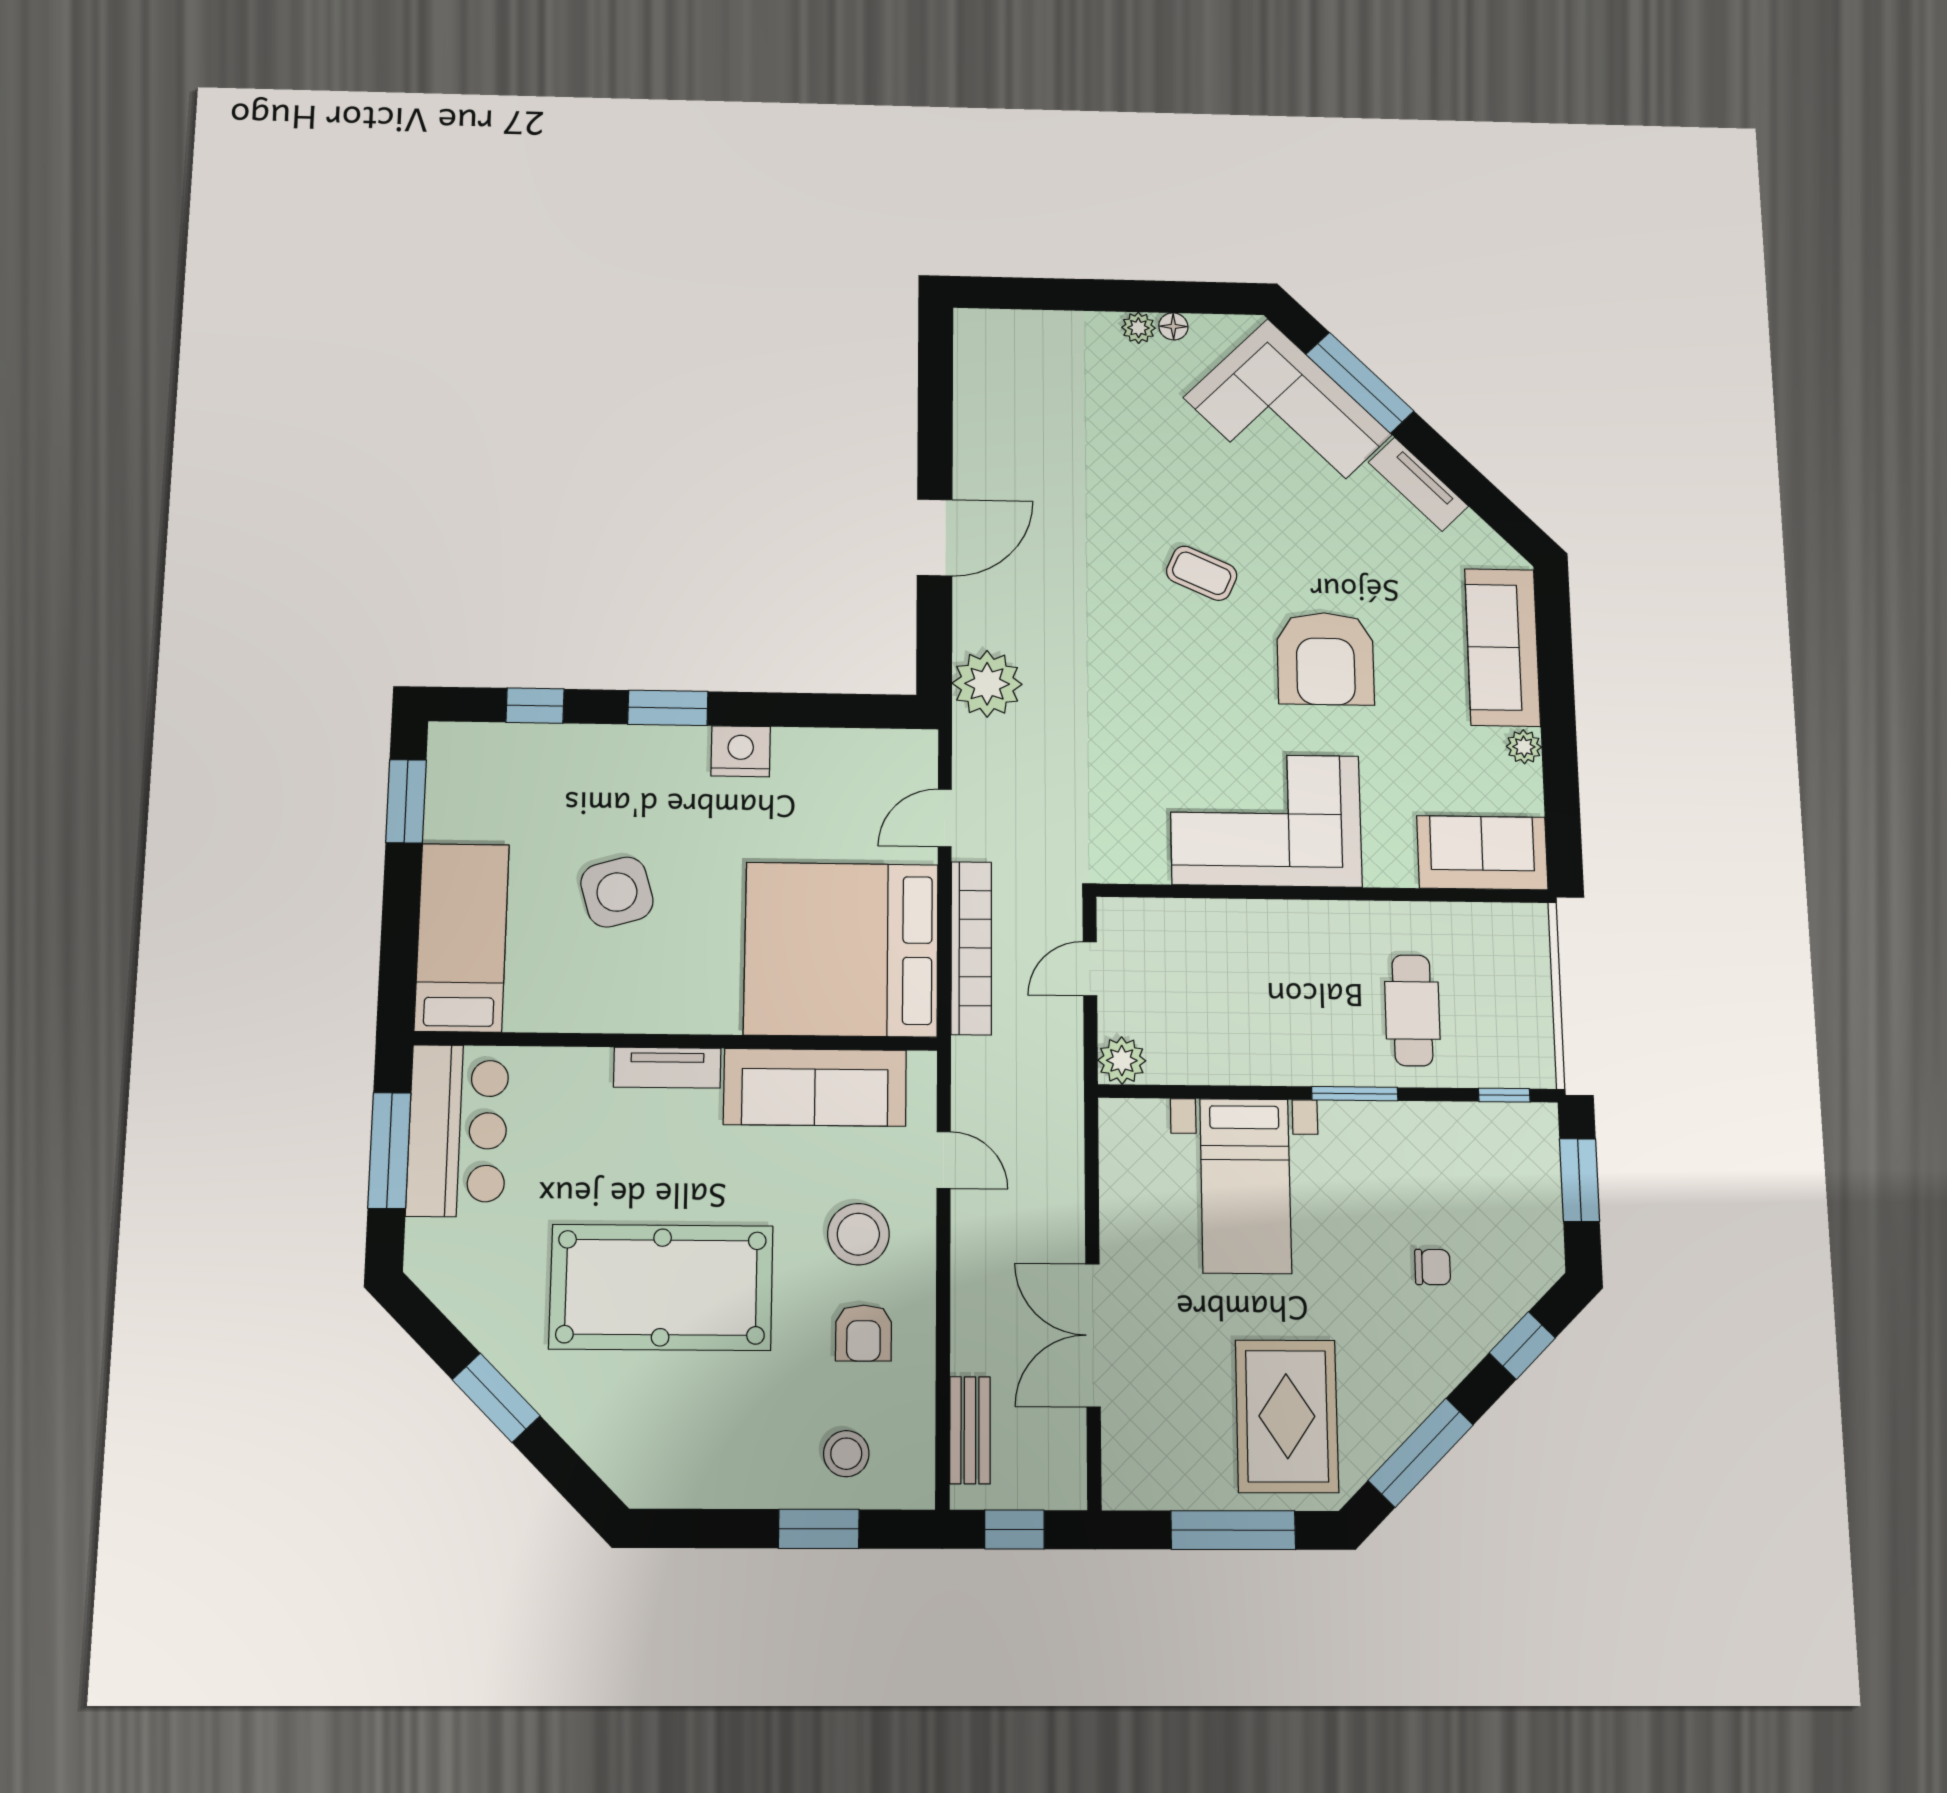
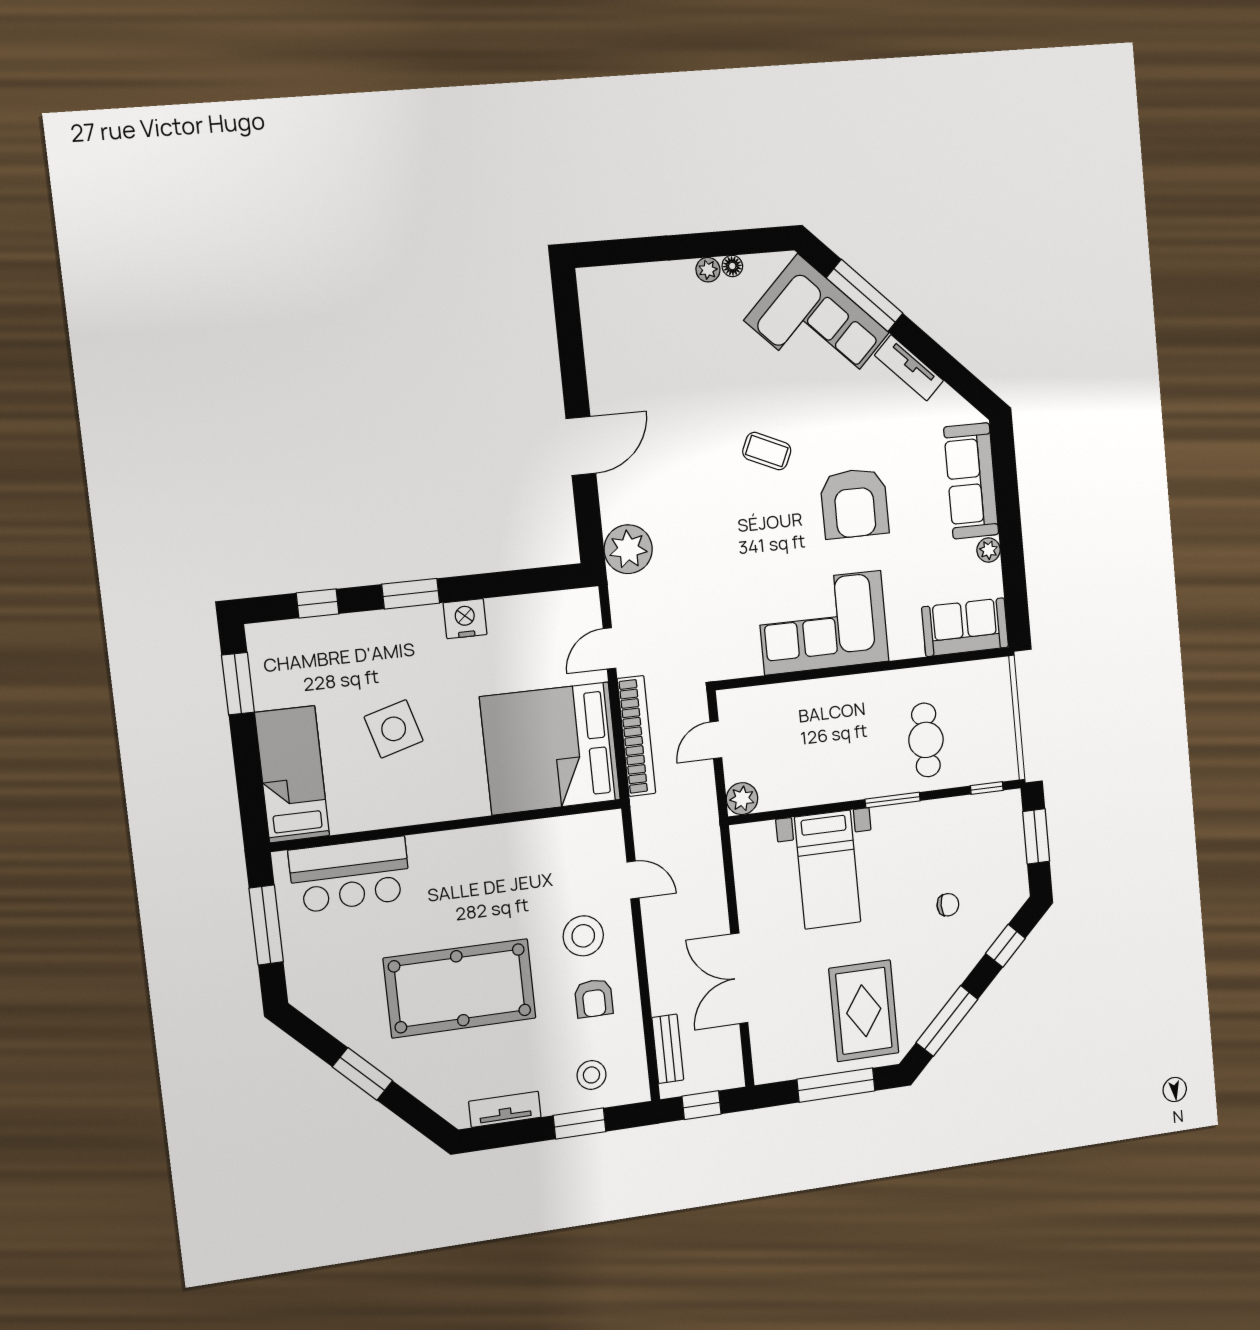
tv unit: (667, 1068) -> (505, 1109), moved, turned 180
sofa: (815, 1087) -> (544, 844), removed
bar counter: (458, 1131) -> (350, 875), moved, turned 90

